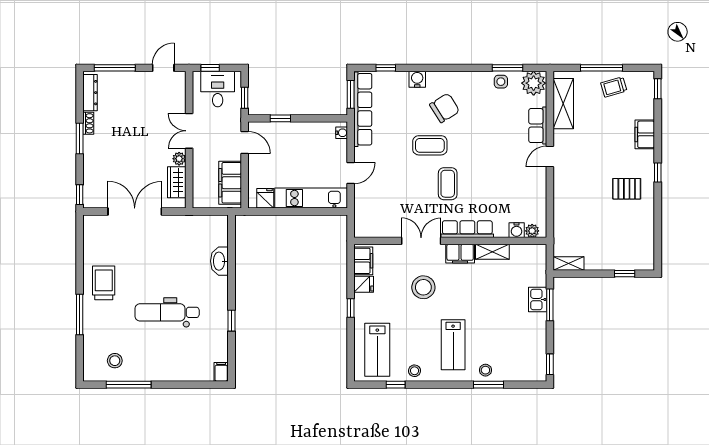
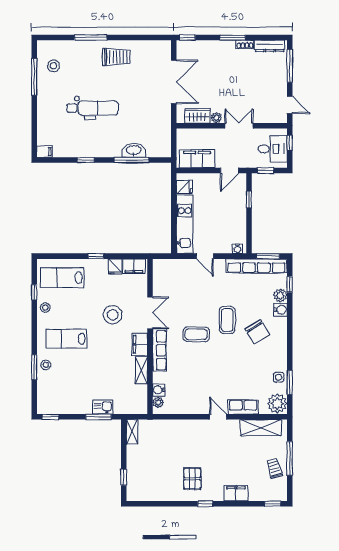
plant: (399, 79) -> (280, 295), added
window: (232, 264) -> (132, 160), added
dental chair: (167, 312) -> (92, 108), turned 90

